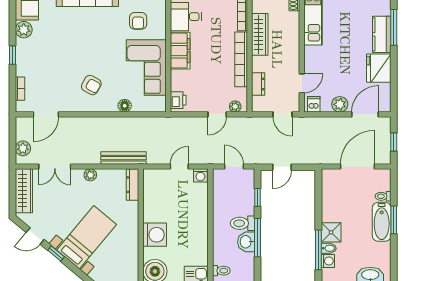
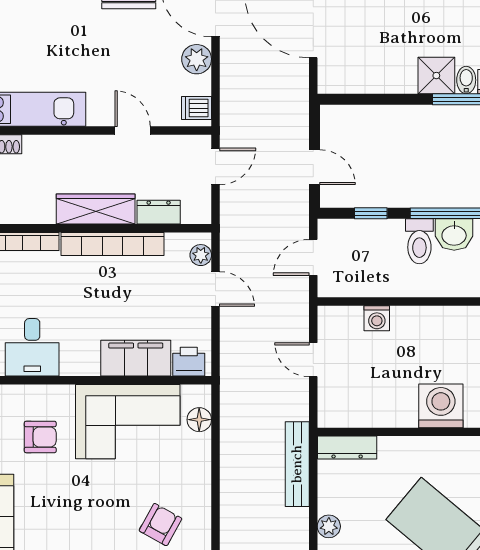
wardrobe: (260, 34) -> (96, 209), moved
filing cabinet: (180, 51) -> (136, 358), moved
door: (302, 83) -> (133, 130), moved
floor lamp: (125, 106) -> (199, 420), moved
washing machine: (200, 175) -> (377, 318), moved, turned 90

